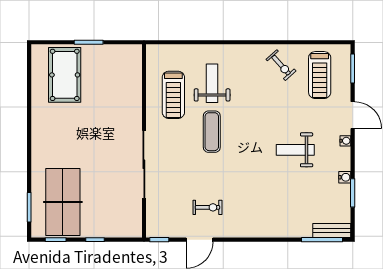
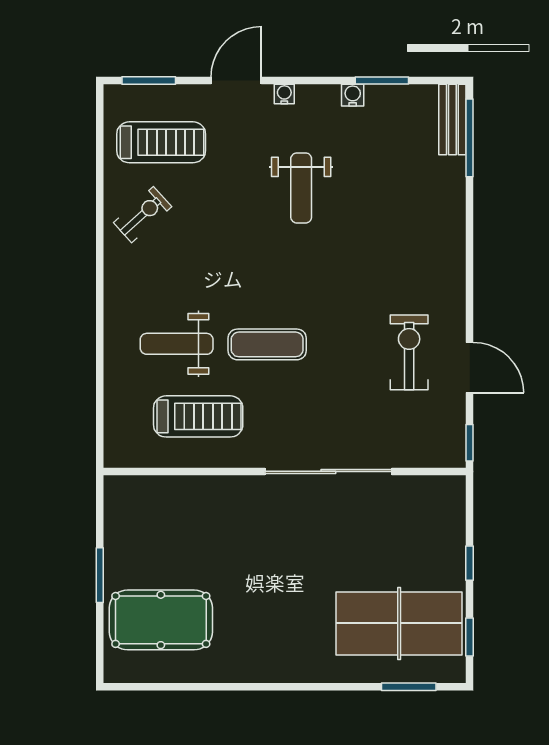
exercise bike: (207, 207) -> (409, 352), width x1.38, depth x1.39

